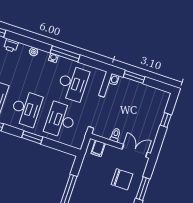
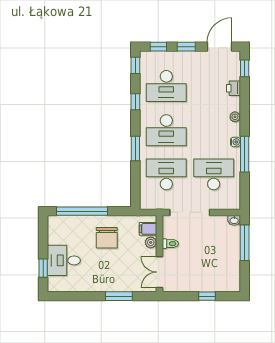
window: (134, 77) -> (245, 243), width x1.44
desk: (73, 83) -> (214, 174), turned 180
plant: (109, 150) -> (151, 242), added
double door: (135, 151) -> (159, 272), swing flipped
chair: (122, 179) -> (107, 238), moved

